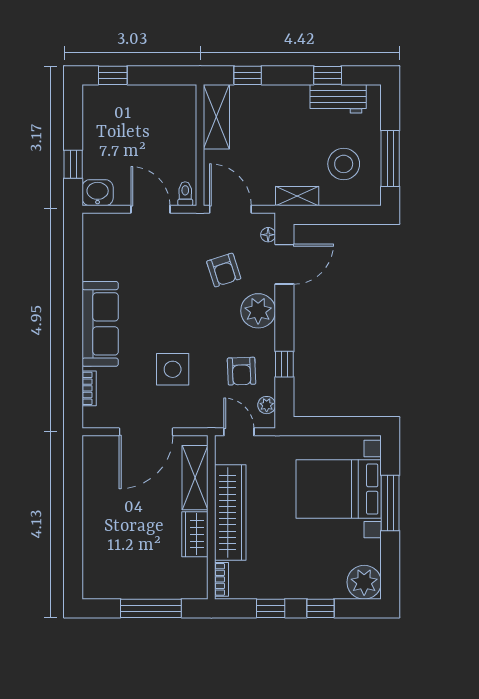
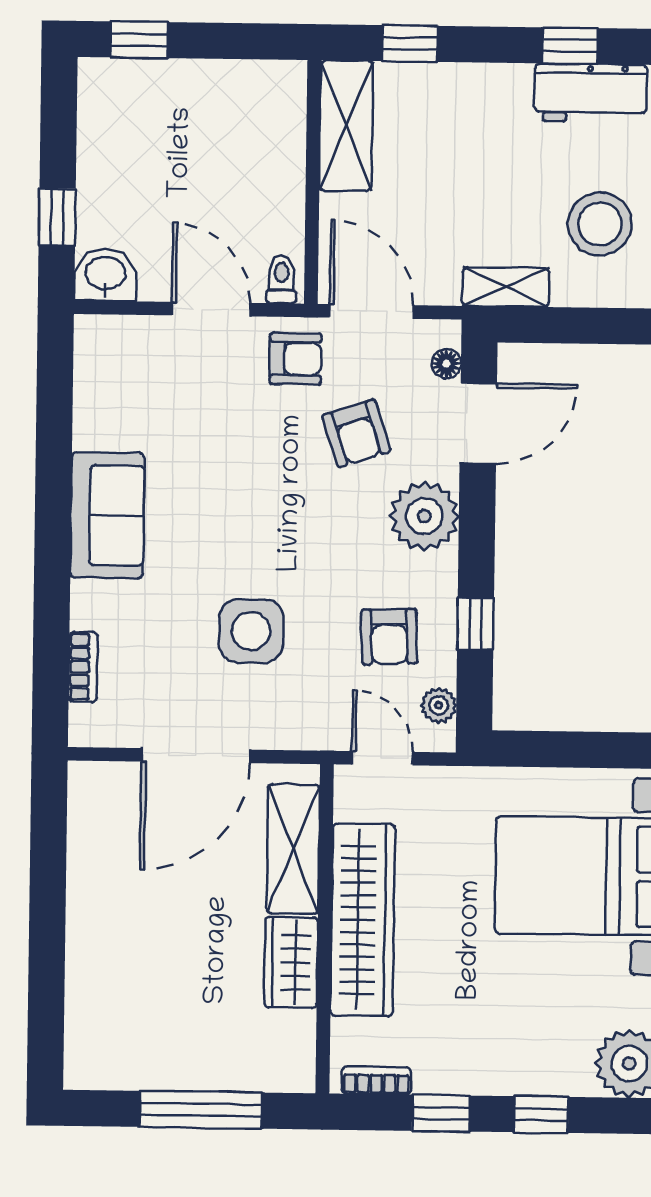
armchair: (193, 233) -> (296, 359), added
sofa: (100, 324) -> (107, 515), width x0.73
bookcase: (222, 579) -> (376, 1080), moved, turned -90

